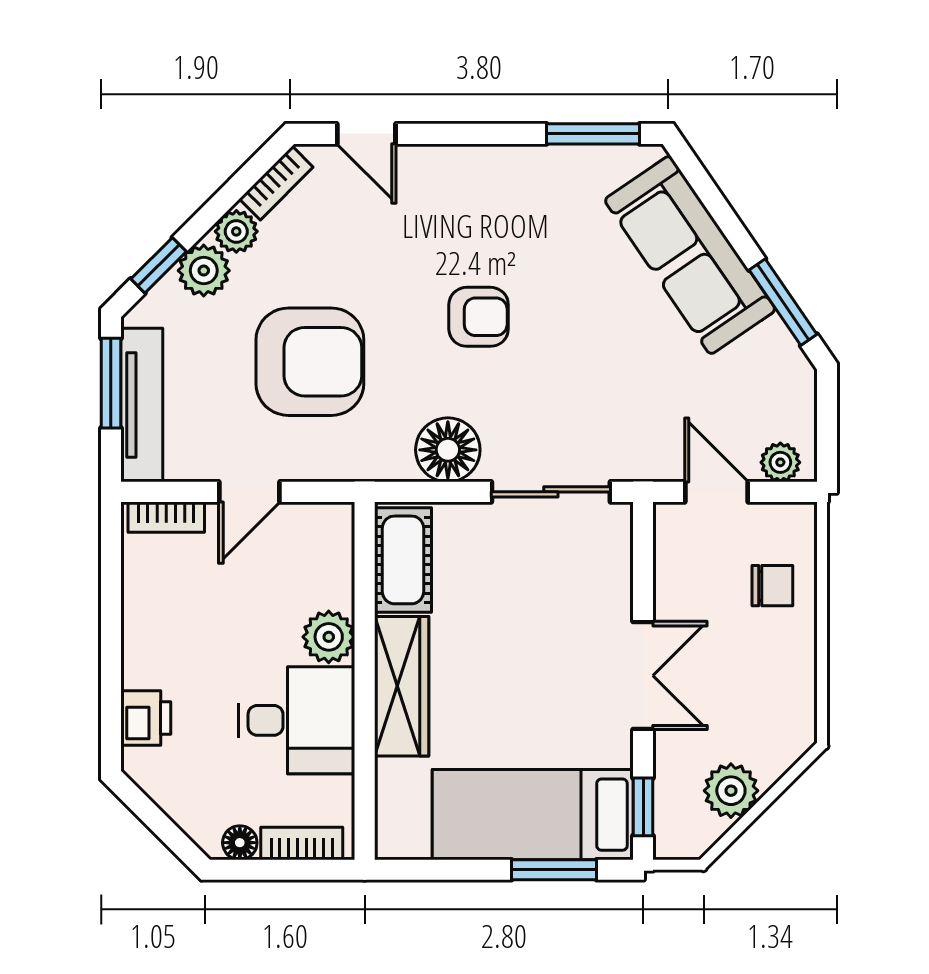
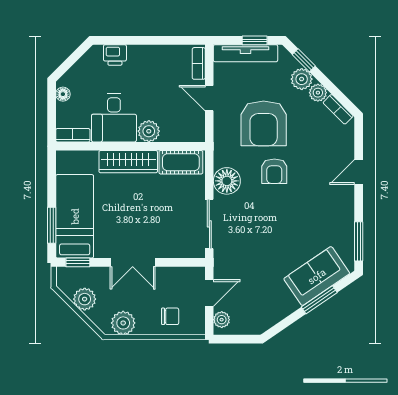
door: (366, 134) -> (359, 172), moved
sofa: (690, 255) -> (317, 276), width x0.73
window: (783, 302) -> (319, 300), moved
armchair: (479, 317) -> (274, 171), moved
window: (111, 383) -> (255, 40), width x0.67
chair: (772, 586) -> (170, 316), turned -90
plant: (788, 698) -> (123, 323), added
bookcase: (302, 843) -> (73, 135), moved, turned -90

